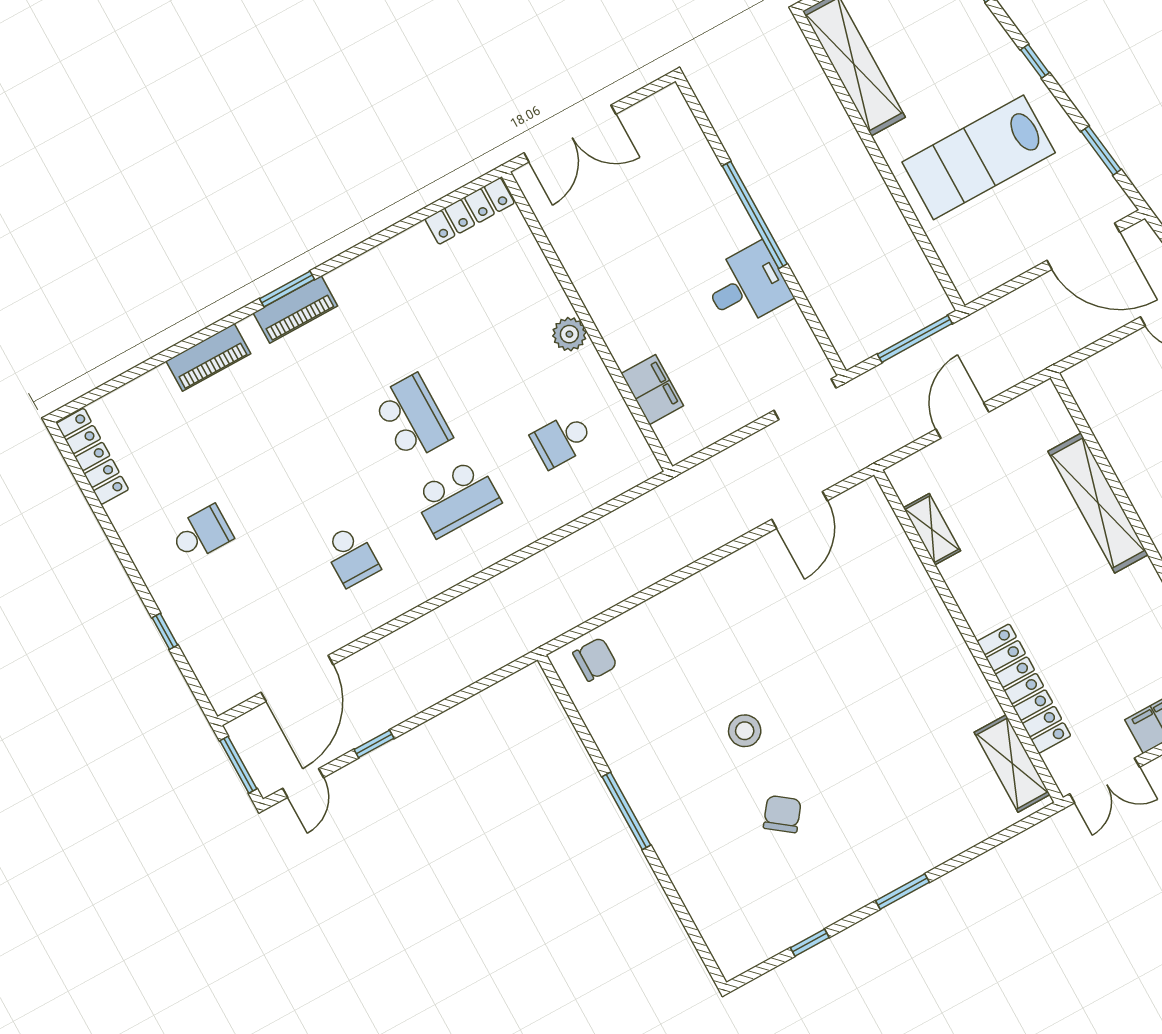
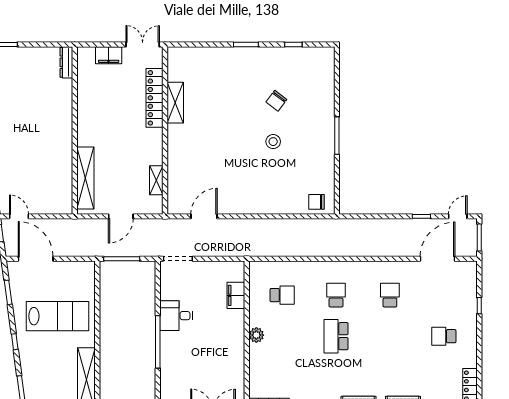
school desk: (457, 498) -> (336, 295), width x0.54
shelving: (1098, 503) -> (85, 178), moved
shelving: (1012, 763) -> (175, 103), moved

